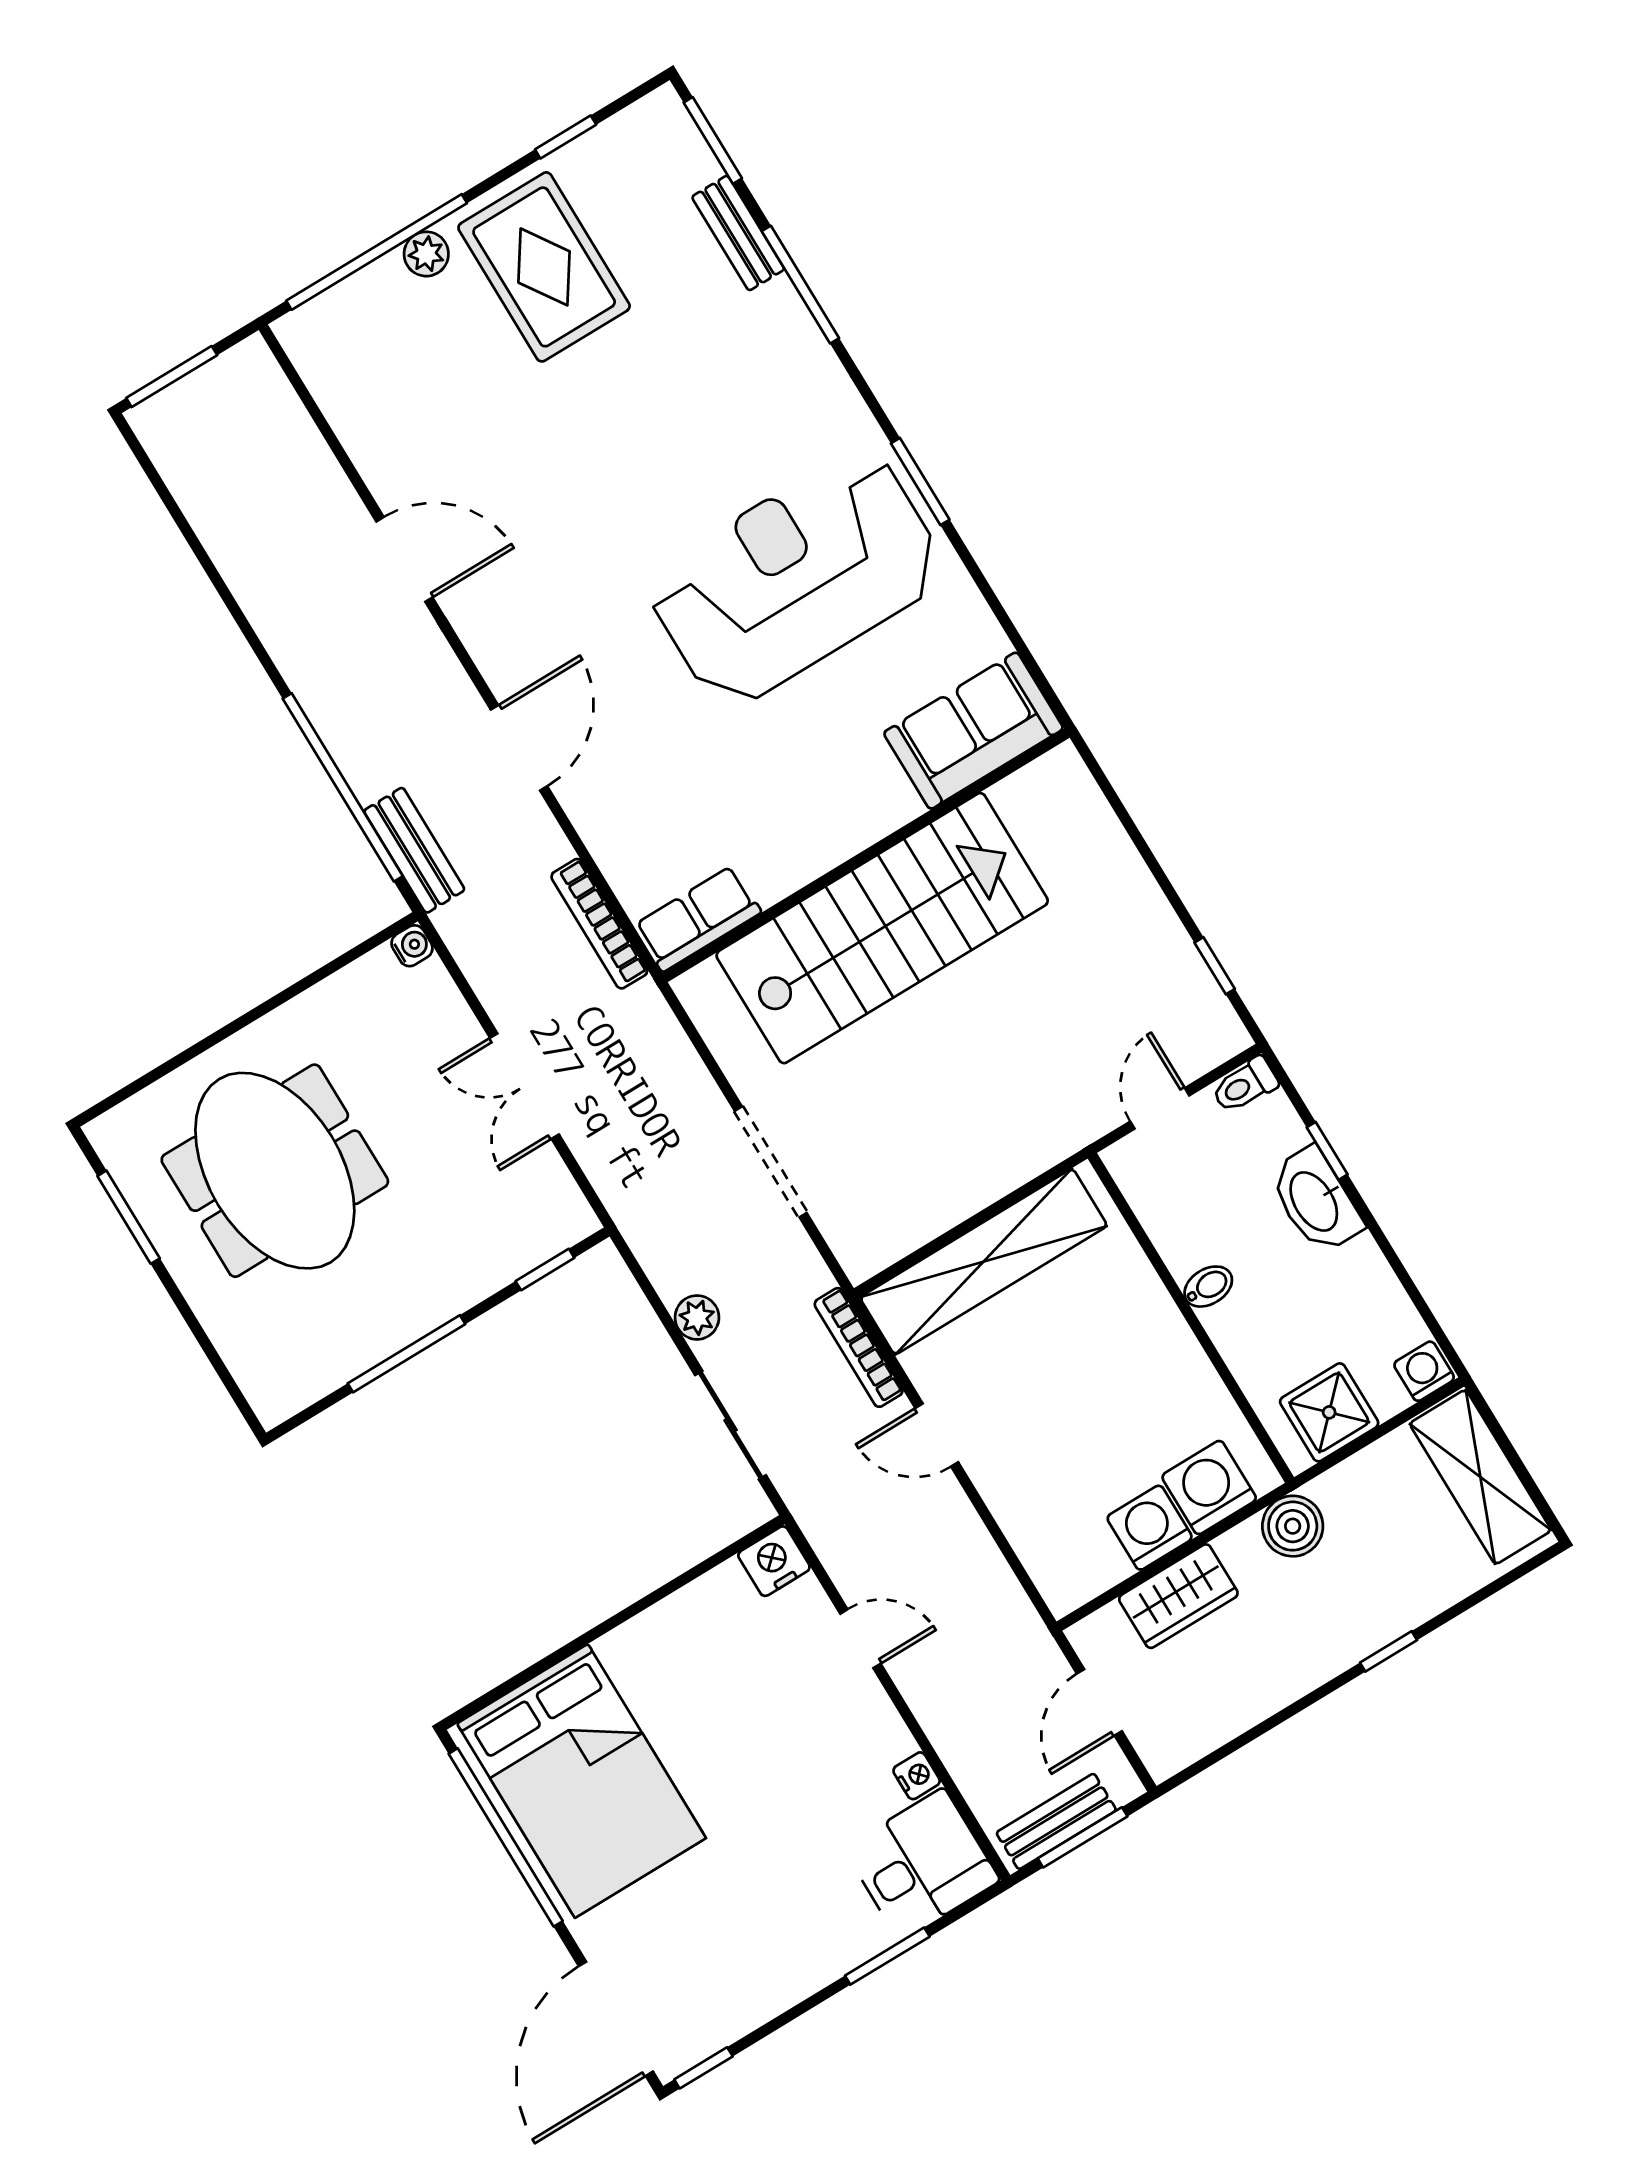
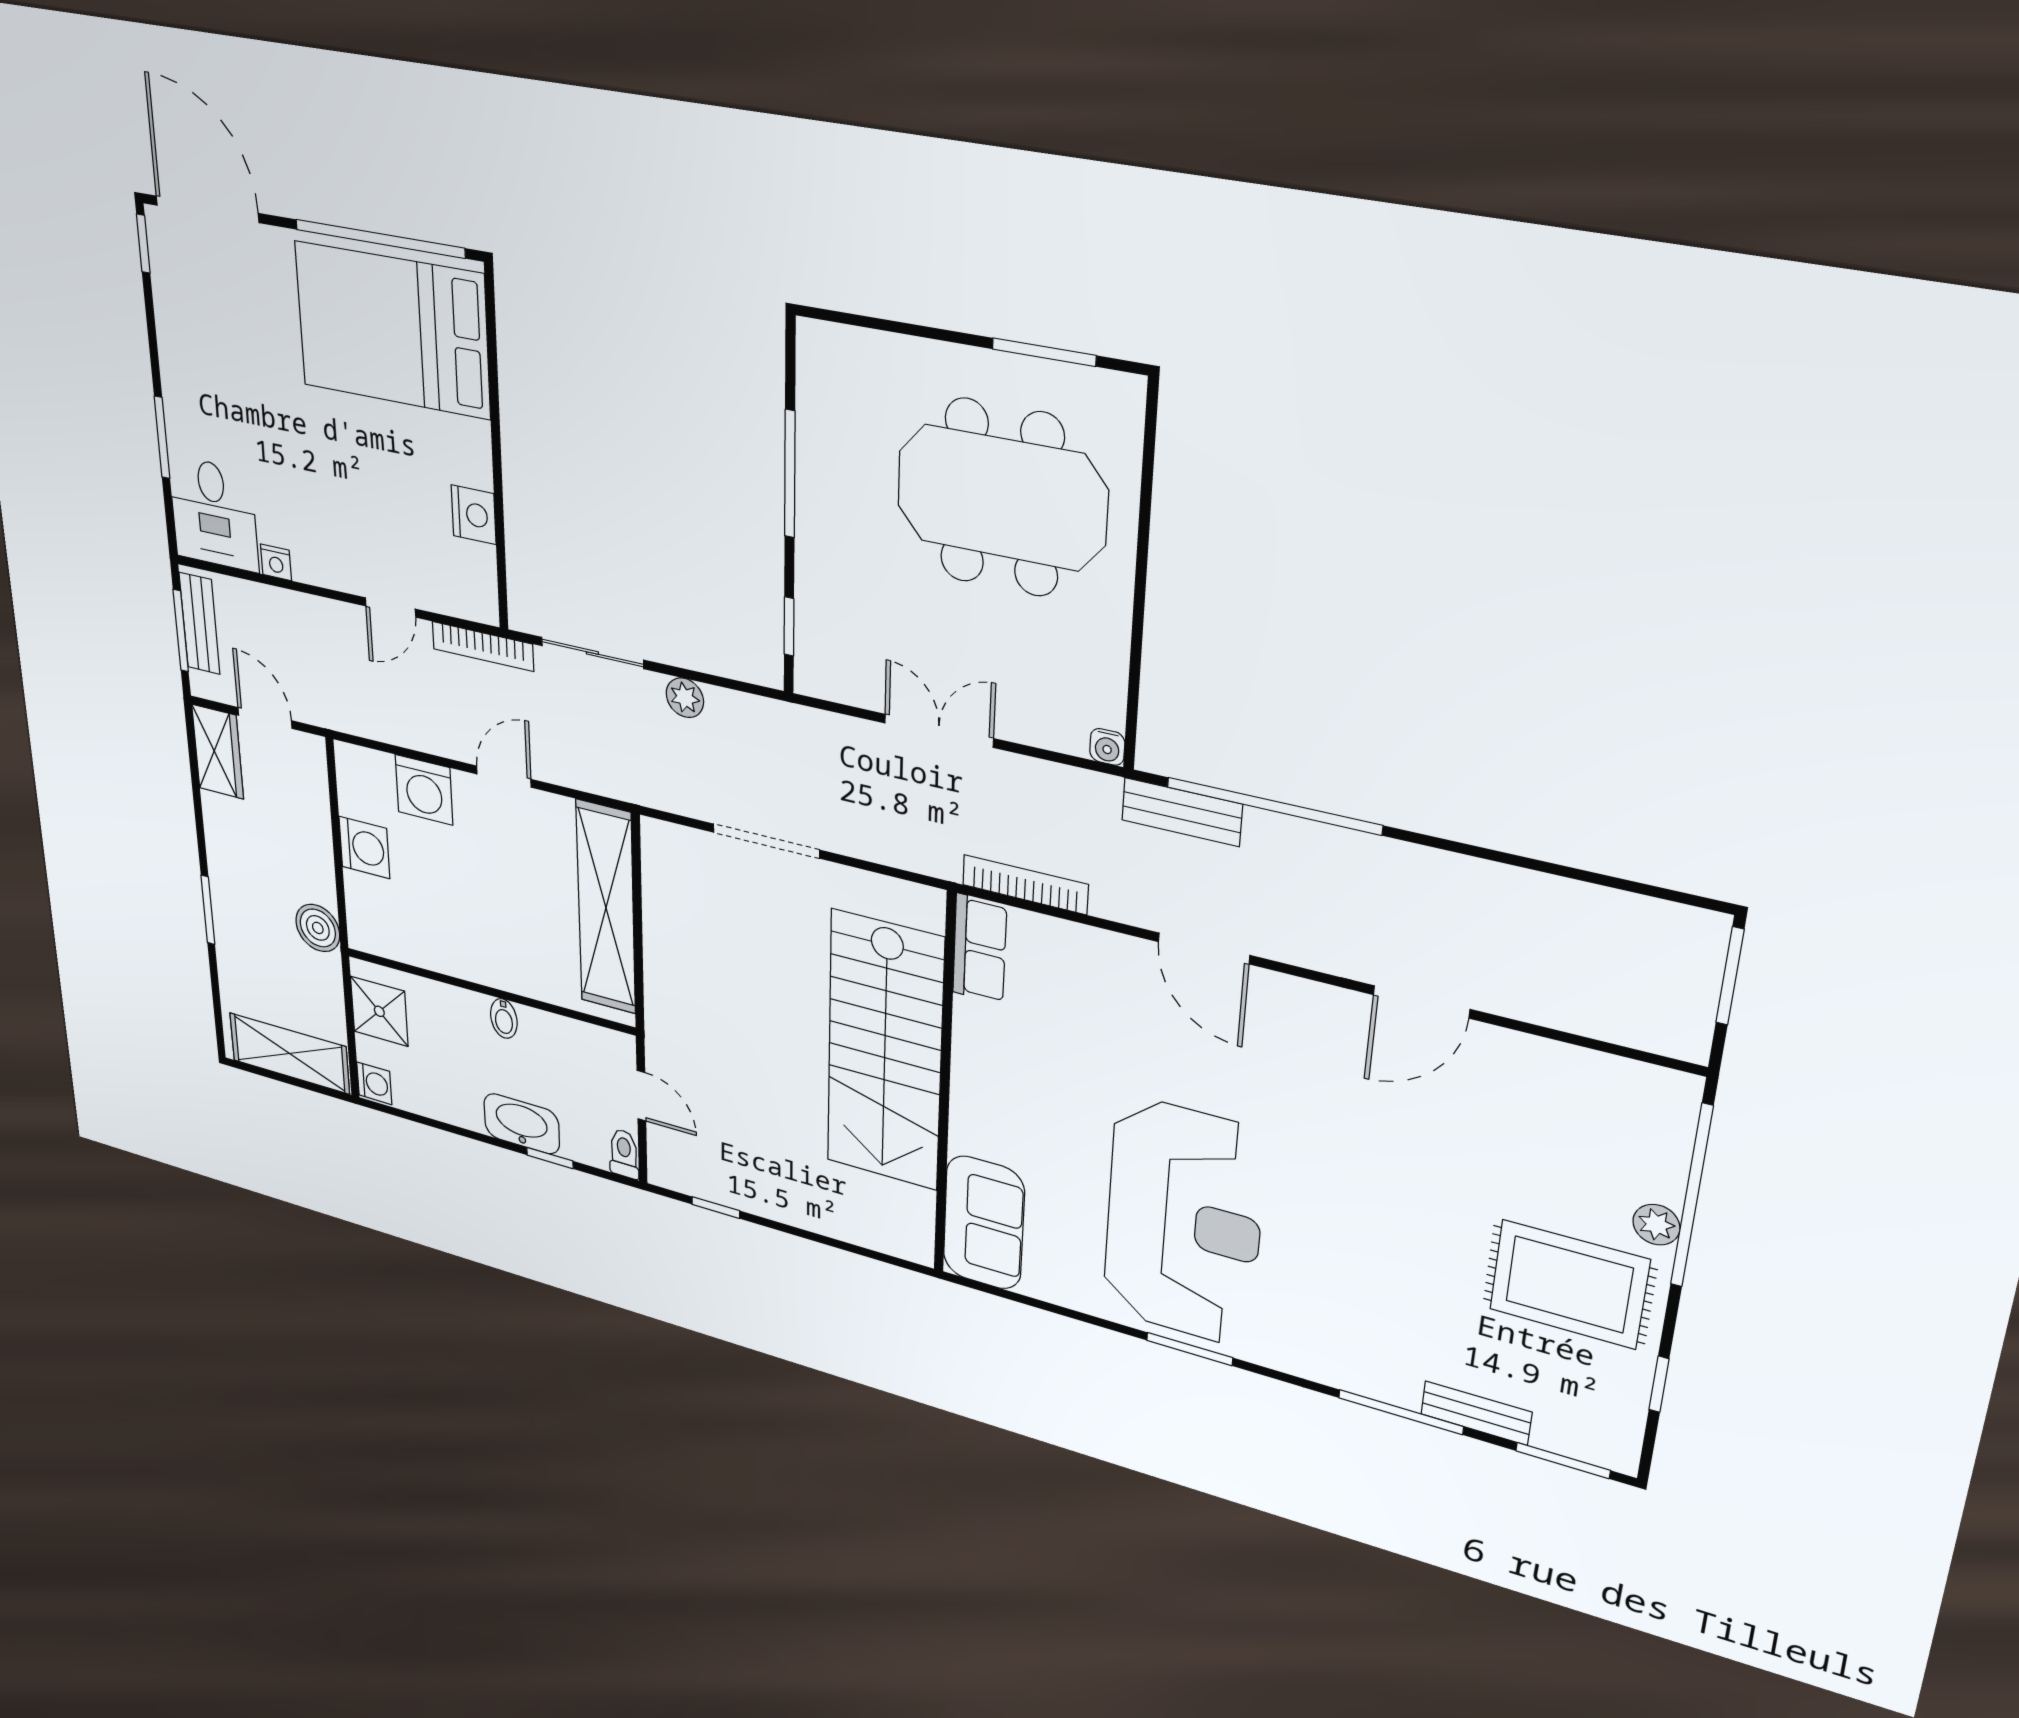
bookcase: (859, 1347) -> (483, 646), moved, turned 180
washing machine: (1209, 1488) -> (424, 790), moved, turned 90
nightstand: (774, 1561) -> (474, 515), moved
wardrobe: (1178, 1596) -> (218, 752), moved, turned 180
window: (1389, 1651) -> (208, 910), width x1.50

